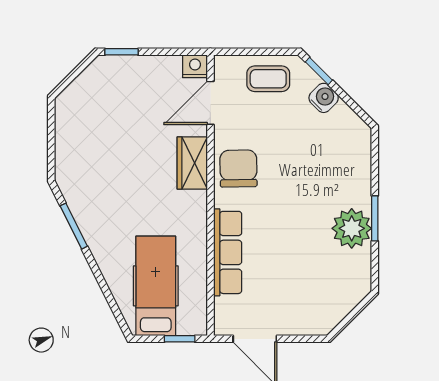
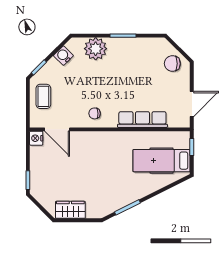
water cooler: (324, 98) -> (63, 56), moved
wardrobe: (192, 163) -> (70, 210), moved, turned 180
chair: (238, 169) -> (95, 113), width x0.54, depth x0.54
plant: (352, 228) -> (96, 49), moved
chair: (326, 305) -> (172, 64), added

